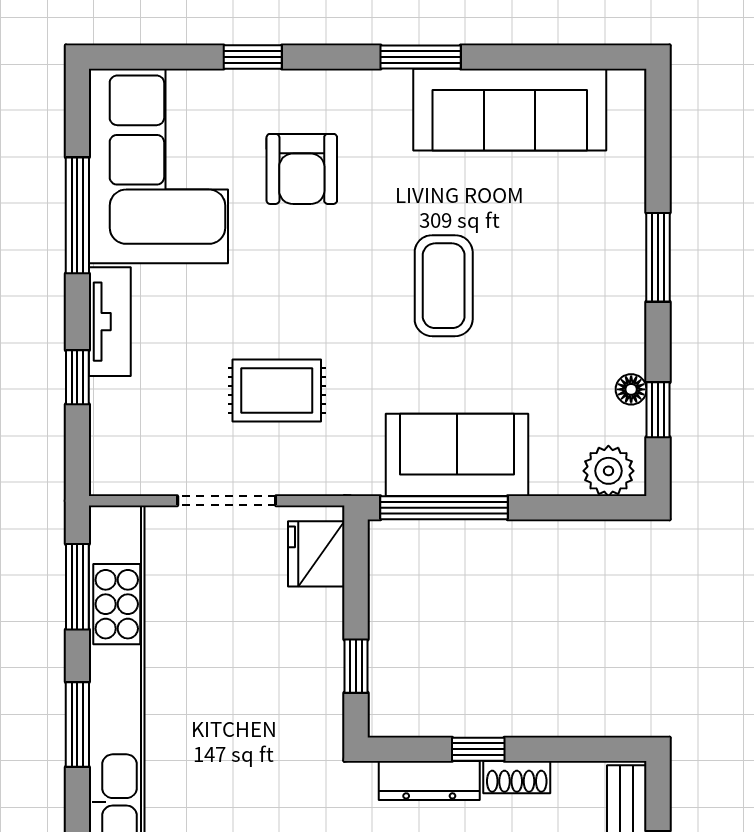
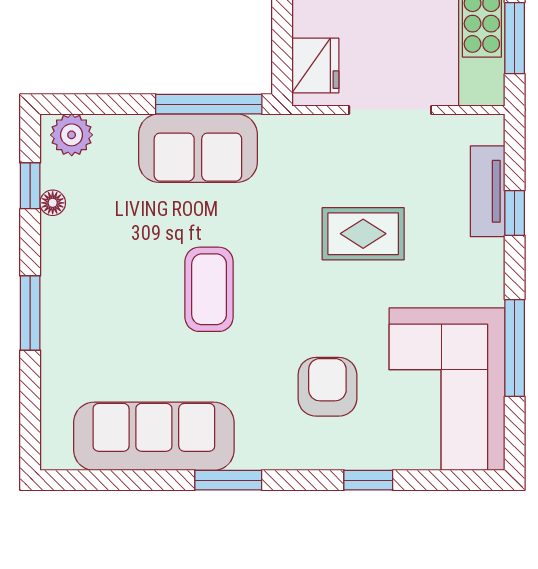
tv unit: (110, 322) -> (488, 191), moved
rug: (277, 390) -> (363, 234), moved

